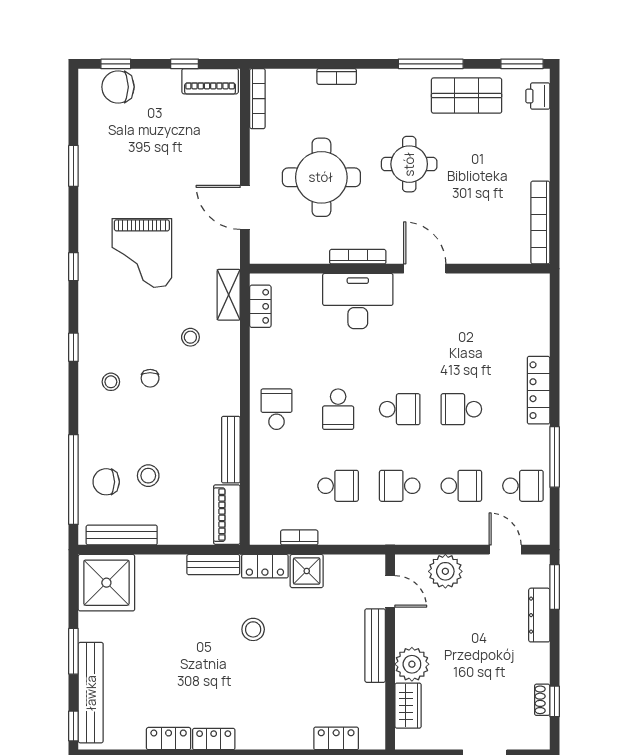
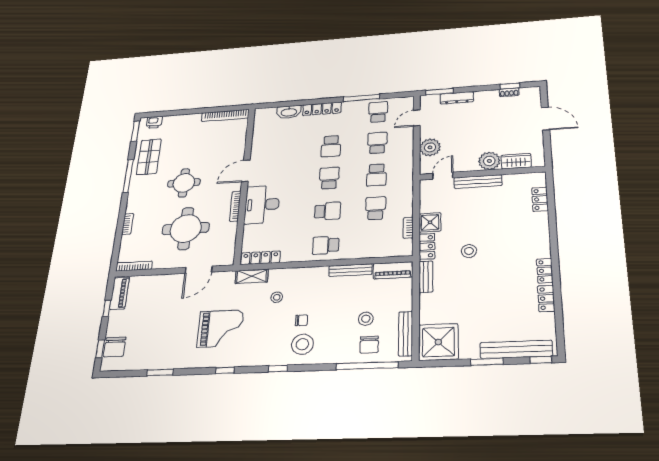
locker: (260, 306) -> (261, 258), width x1.53
washbasin: (537, 334) -> (289, 112), added
stool: (111, 382) -> (302, 344), width x1.89, depth x1.89

